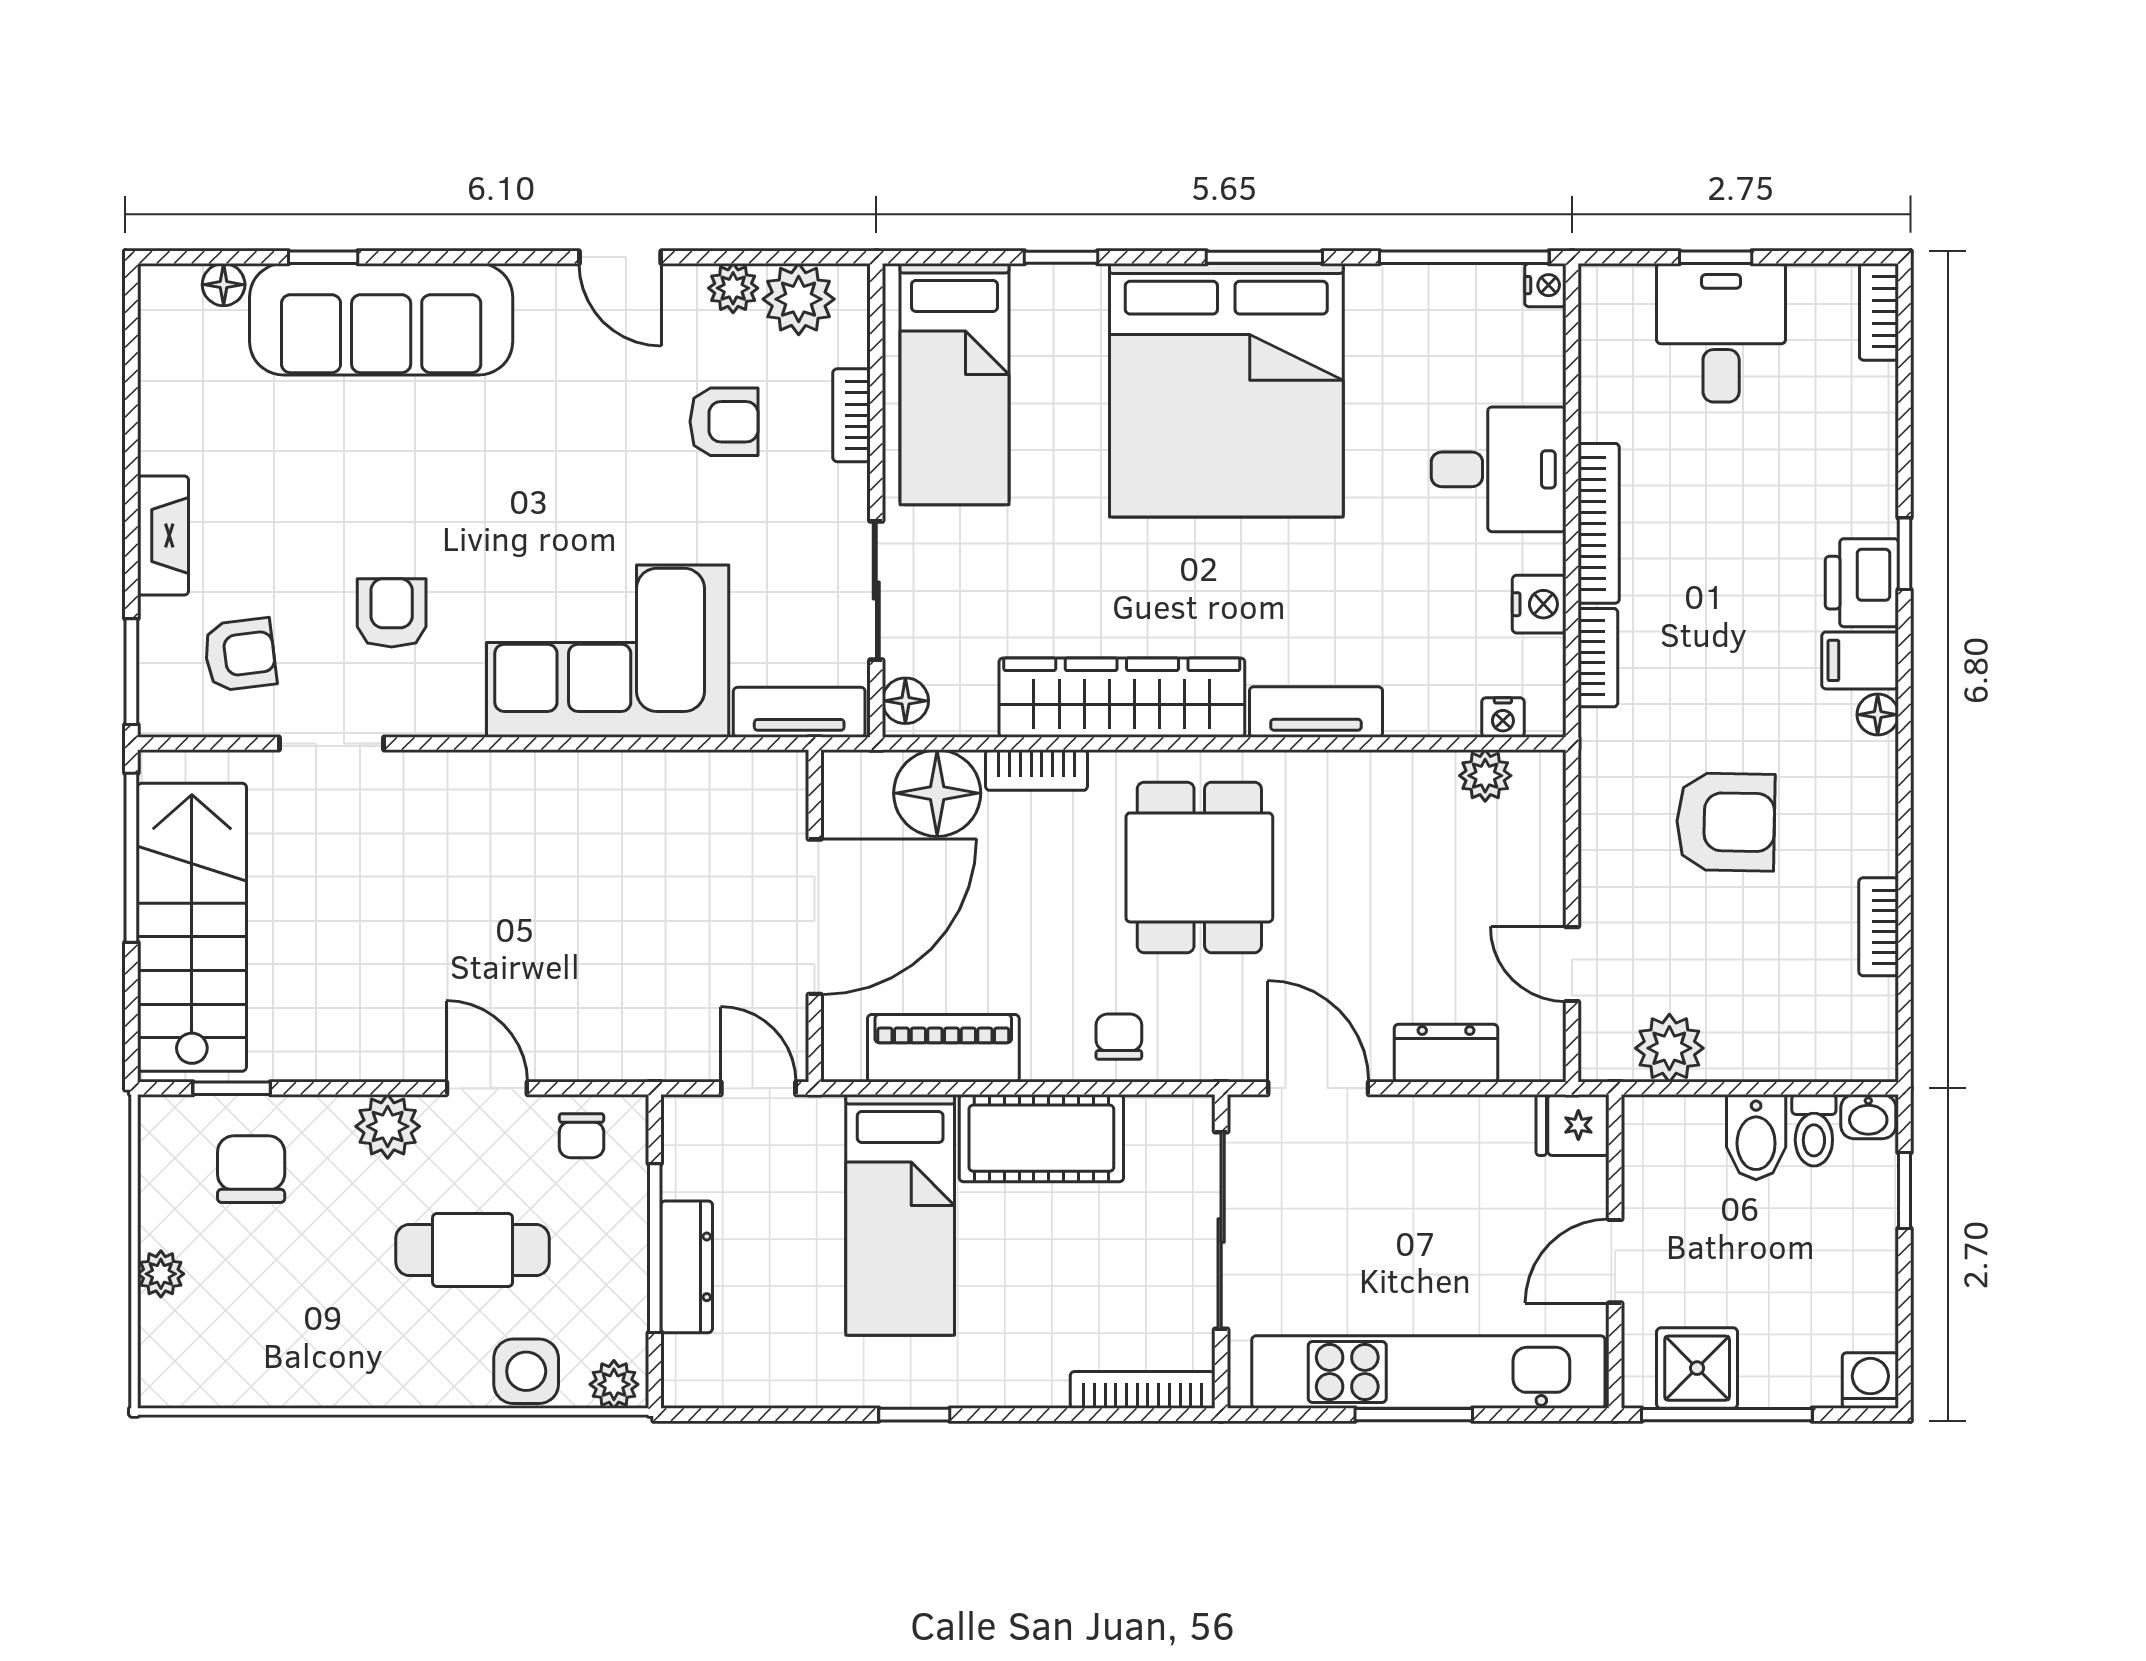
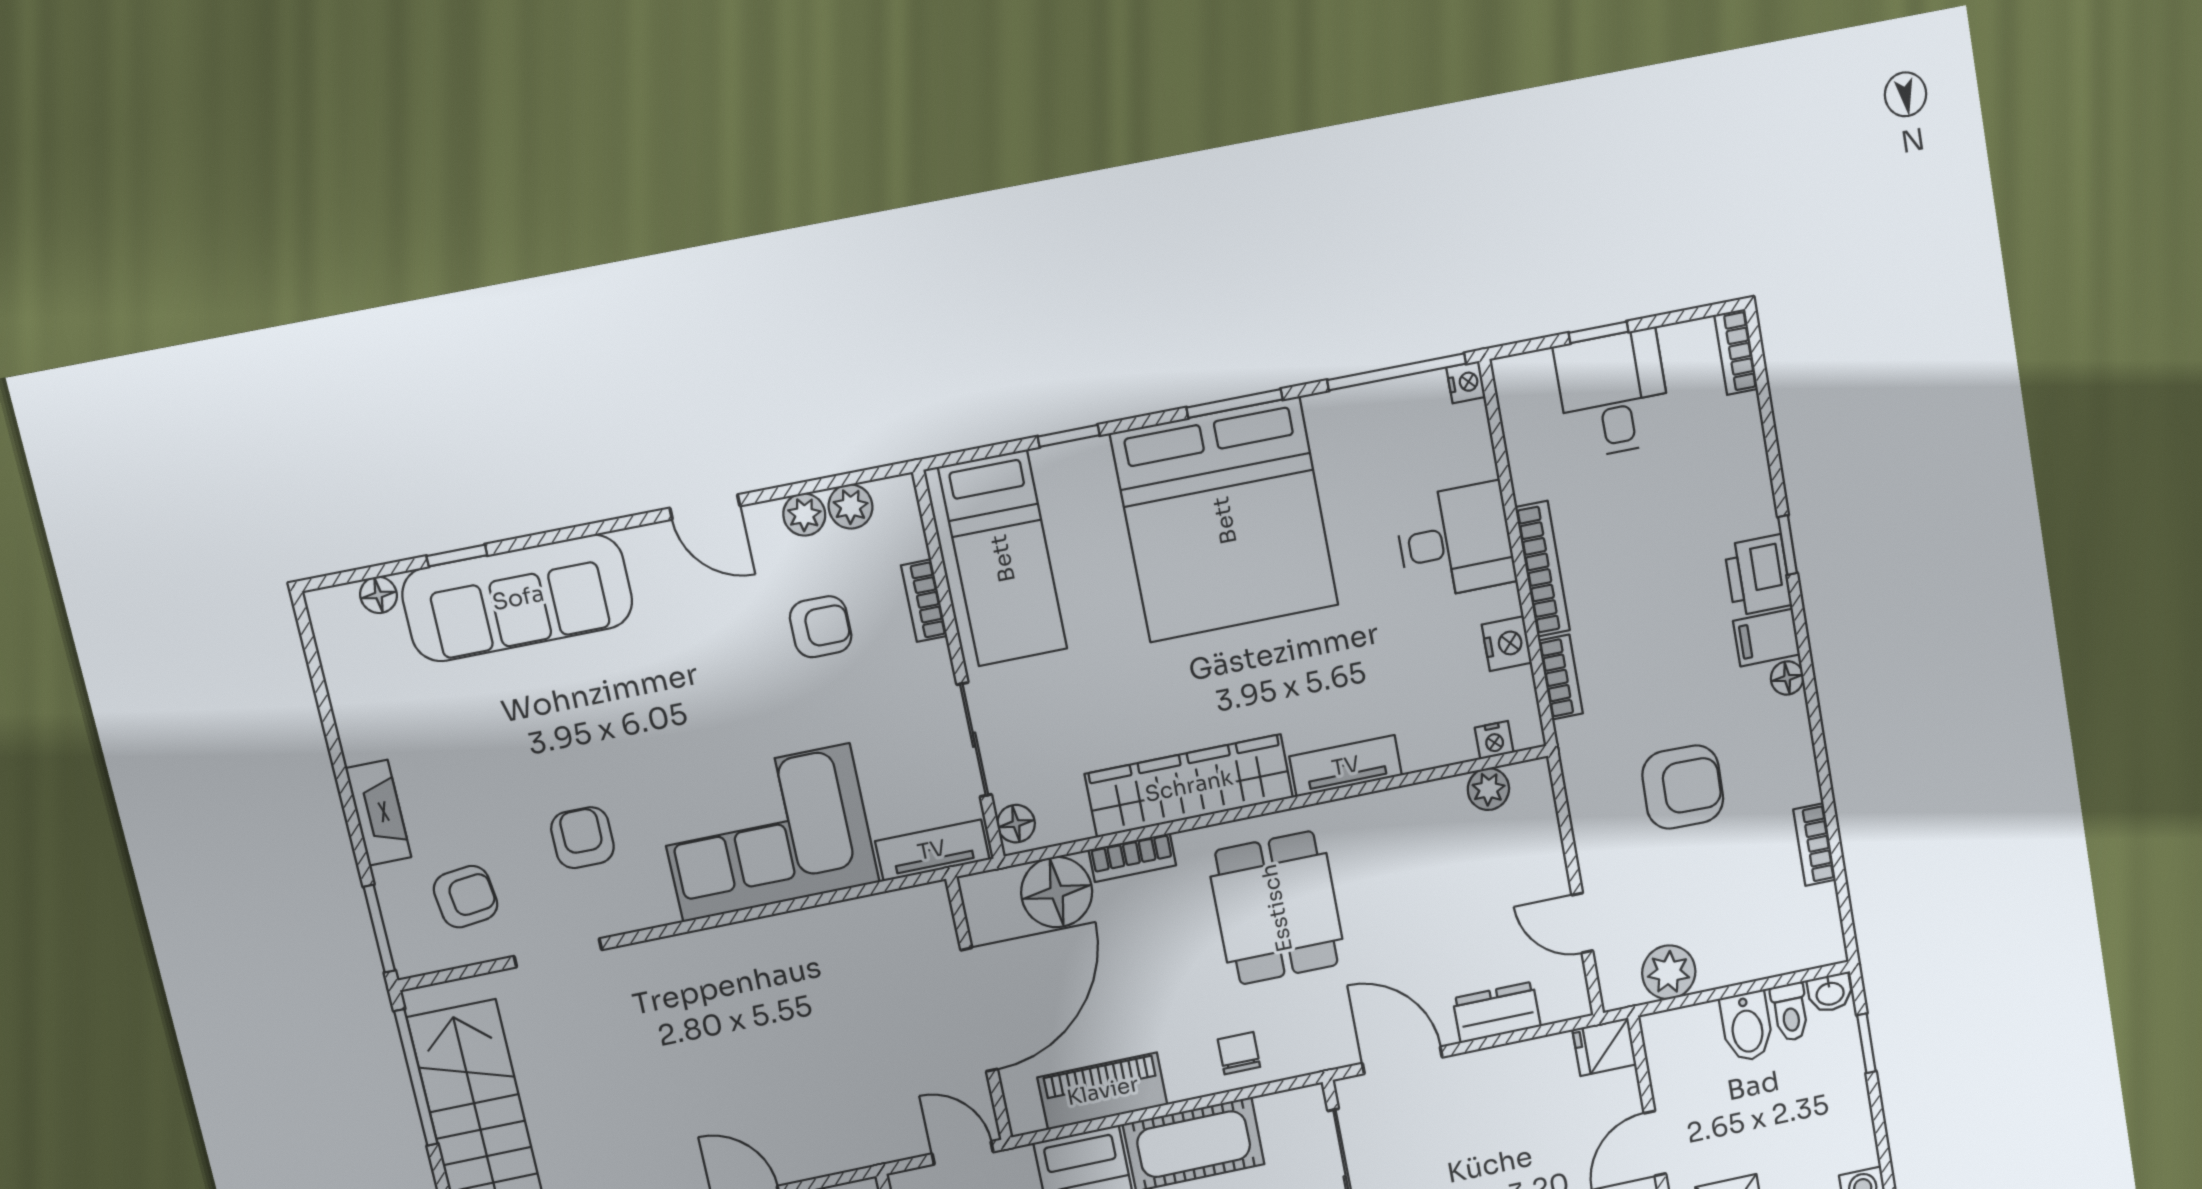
plant: (799, 299) -> (851, 507), width x0.73, depth x0.73

